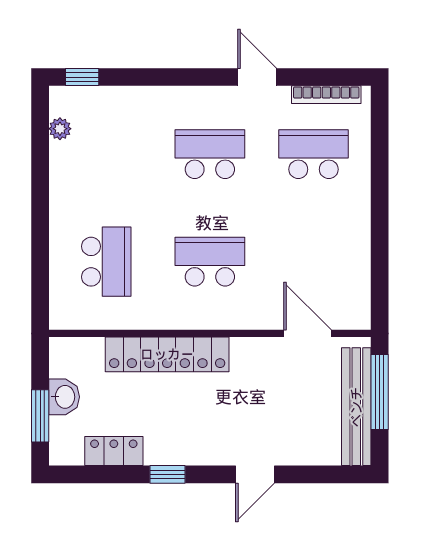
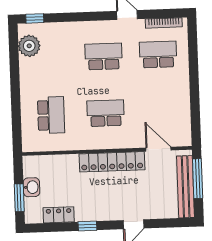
plant: (60, 129) -> (29, 46), width x1.88, depth x1.88
locker: (167, 354) -> (112, 162), moved

